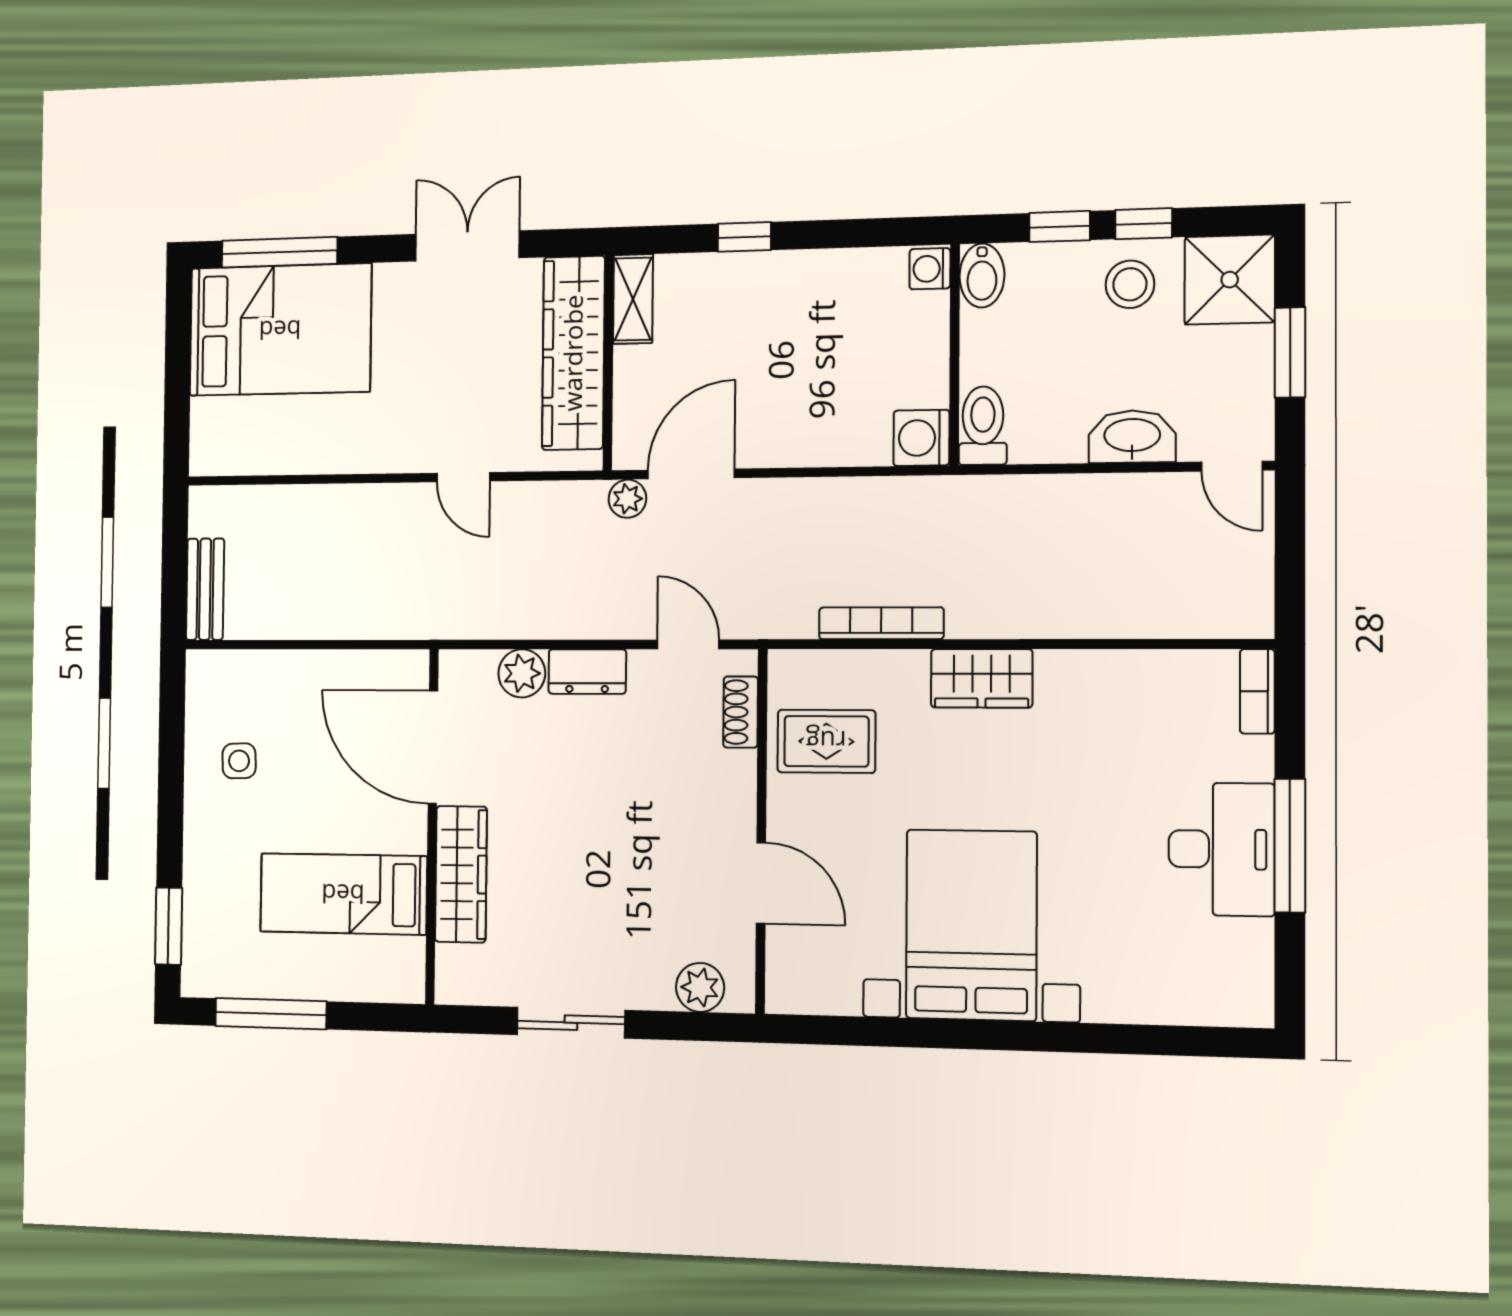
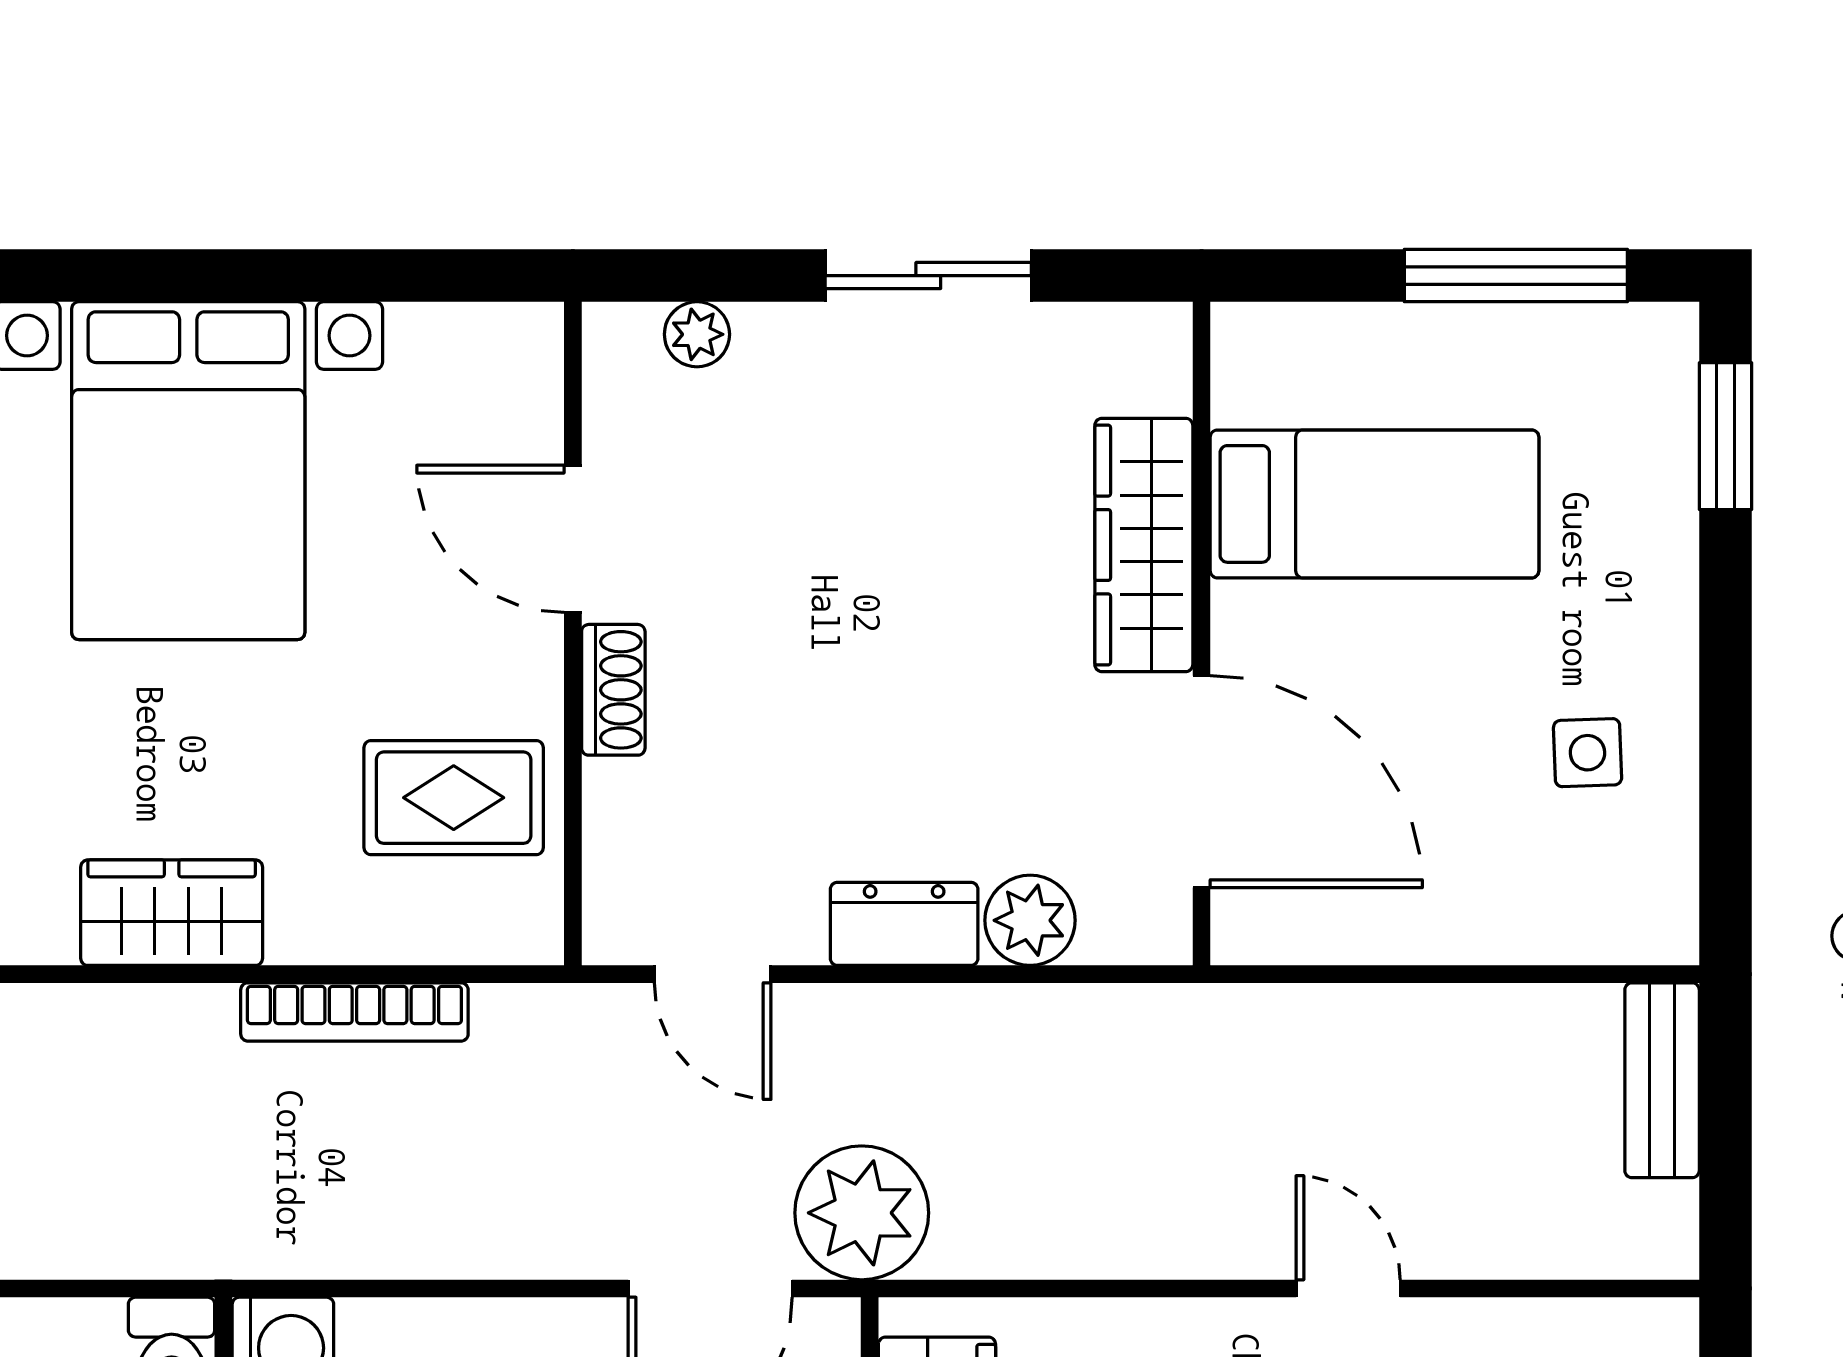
door: (463, 477) -> (1348, 1288), moved
plant: (627, 499) -> (862, 1213), width x1.87, depth x1.87
shoe rack: (741, 712) -> (613, 690), moved
plant: (700, 987) -> (697, 334), width x0.73, depth x0.73

